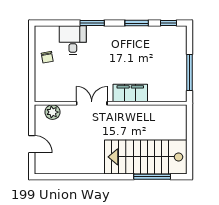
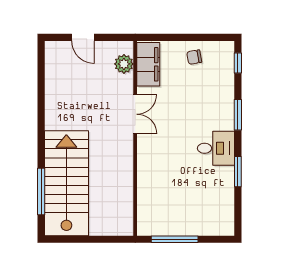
window: (169, 23) -> (238, 63), moved
desk: (73, 40) -> (216, 148), moved
filing cabinet: (130, 93) -> (148, 64), moved
door: (32, 144) -> (83, 37), hinge flipped

